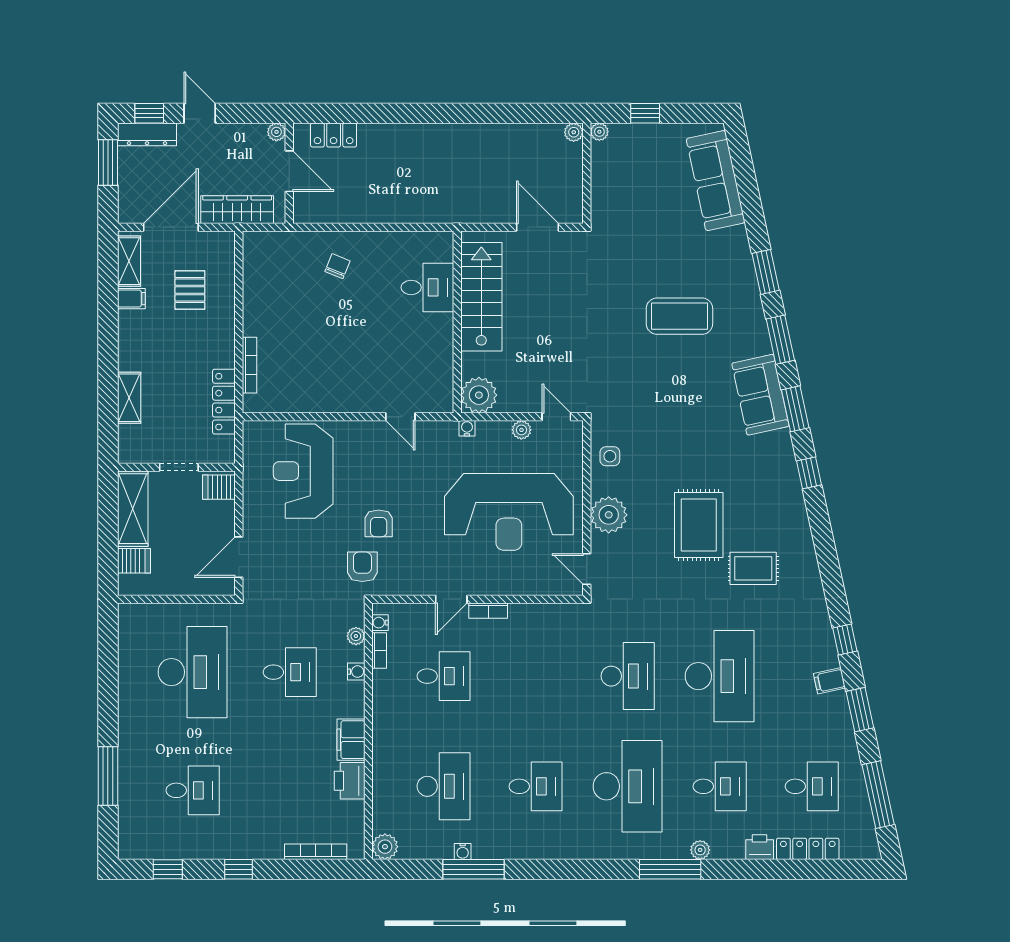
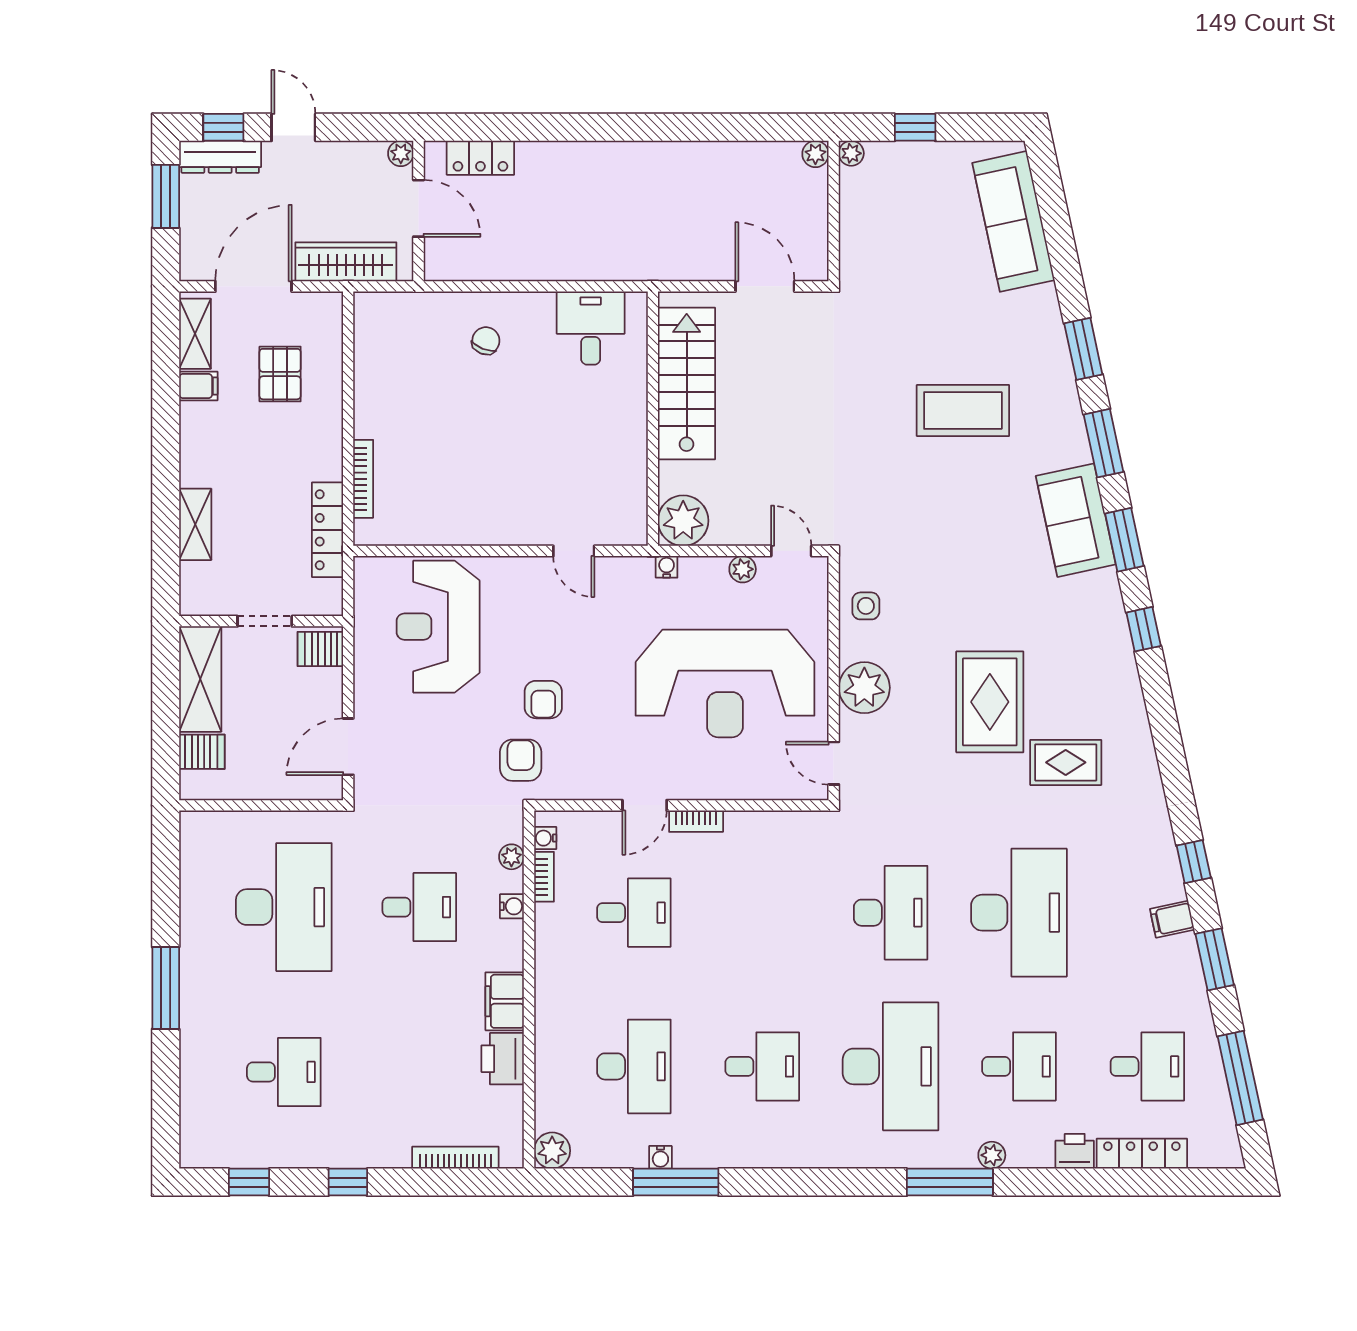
desk: (427, 287) -> (591, 328), moved, turned -90
window: (108, 776) -> (166, 988), moved

